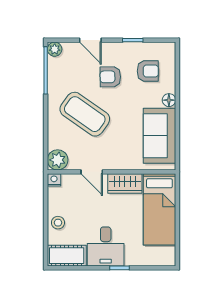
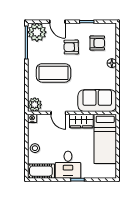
plant: (55, 49) -> (37, 32), width x1.87, depth x1.87
coffee table: (85, 114) -> (53, 73), turned -35
sofa: (159, 136) -> (97, 101), moved, turned 90

